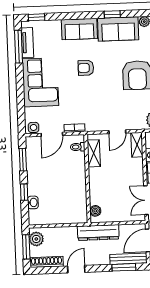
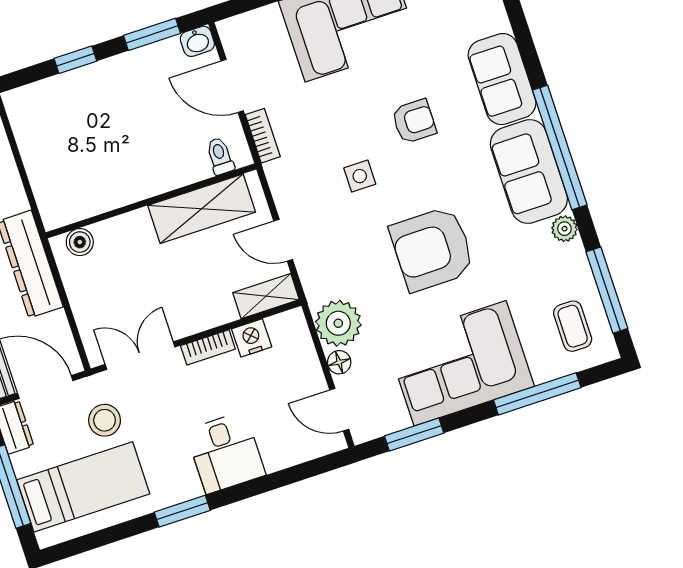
window: (112, 14) -> (560, 148), width x3.17
armchair: (86, 68) -> (414, 121), turned 90
side table: (34, 127) -> (360, 176), moved
shelving: (94, 153) -> (202, 209), width x1.50, depth x1.33
washbasin: (33, 202) -> (197, 41), moved

